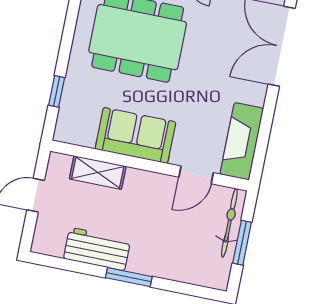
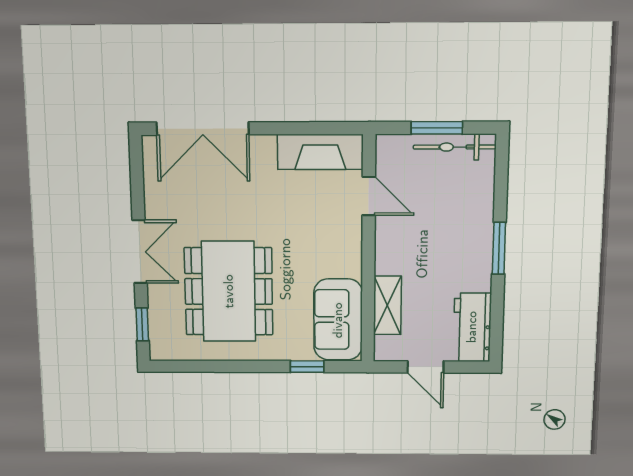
sofa: (135, 136) -> (338, 320), moved
bicycle: (229, 223) -> (455, 147), moved
workbench: (97, 249) -> (472, 327), moved

